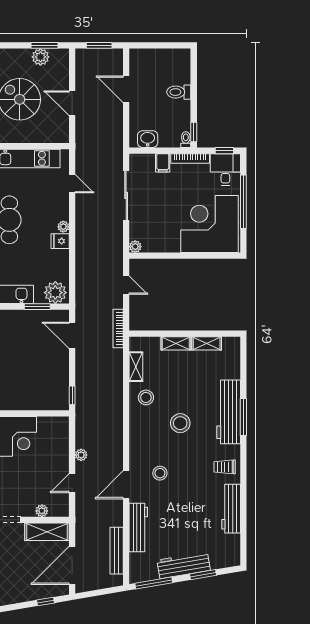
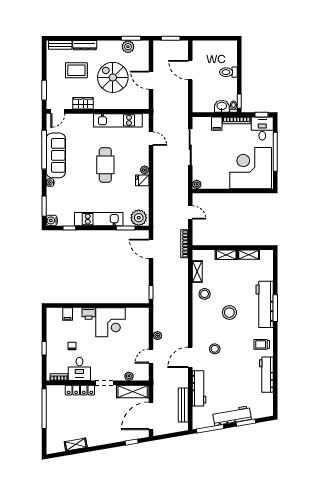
washbasin: (148, 139) -> (222, 106), moved

